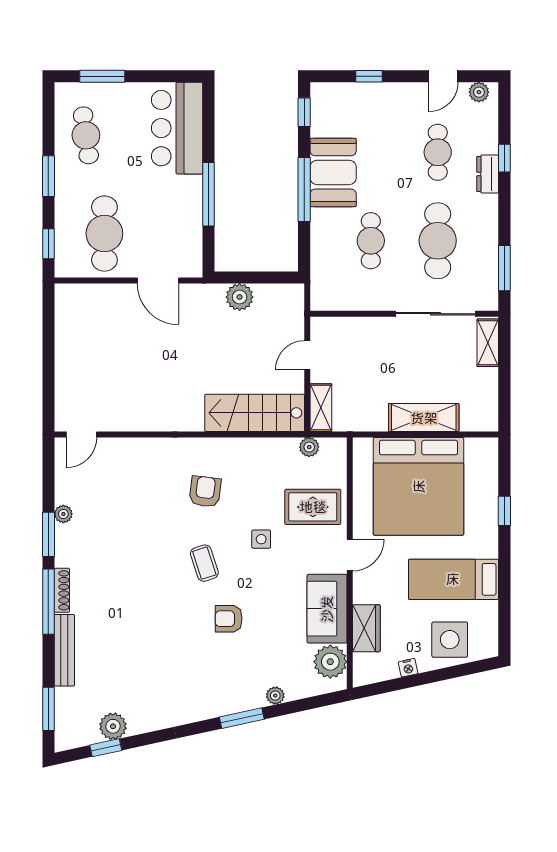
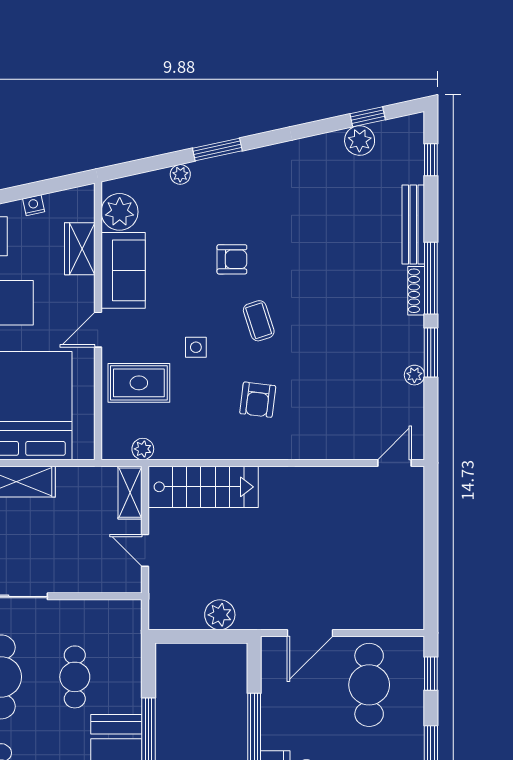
door: (158, 281) -> (310, 633), swing flipped
door: (307, 355) -> (145, 550), swing flipped
window: (48, 709) -> (431, 160), width x0.67

